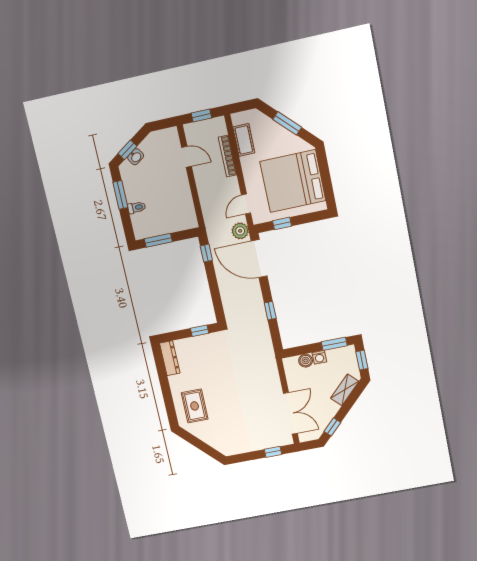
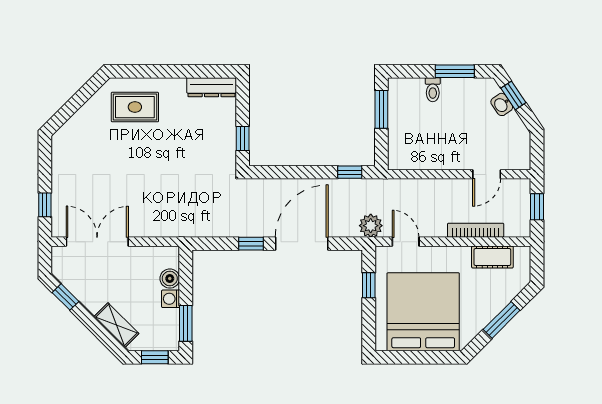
door: (259, 259) -> (302, 244), moved
double door: (290, 413) -> (97, 242), swing flipped

